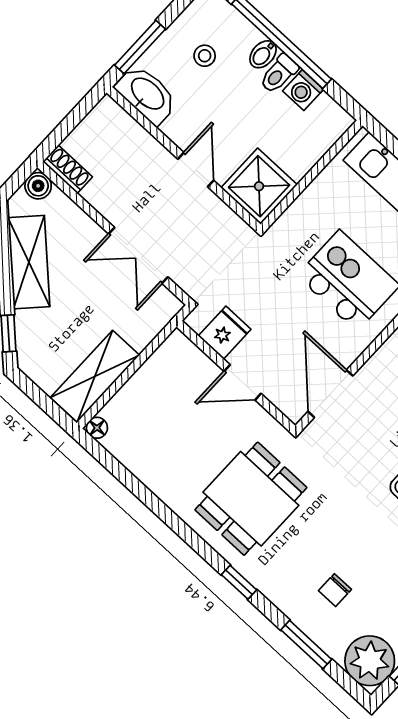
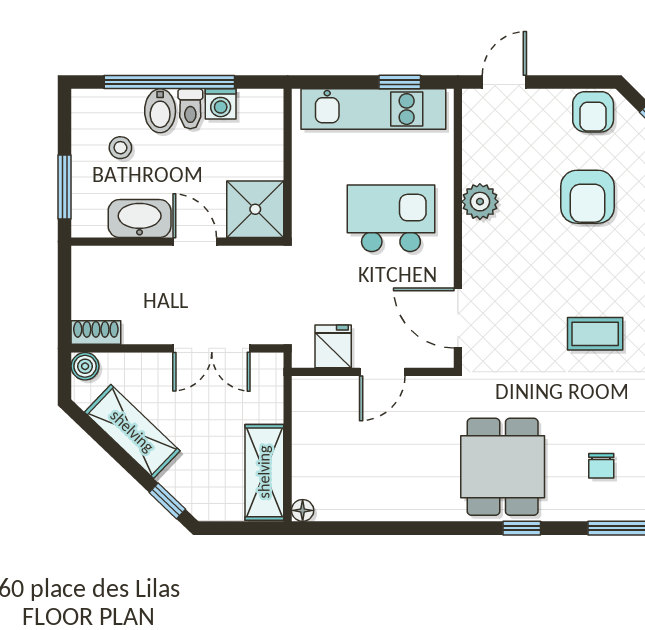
bidet: (263, 54) -> (160, 111), width x1.38, depth x1.36
washbasin: (147, 94) -> (140, 219), moved
dining table: (251, 499) -> (503, 467), moved

